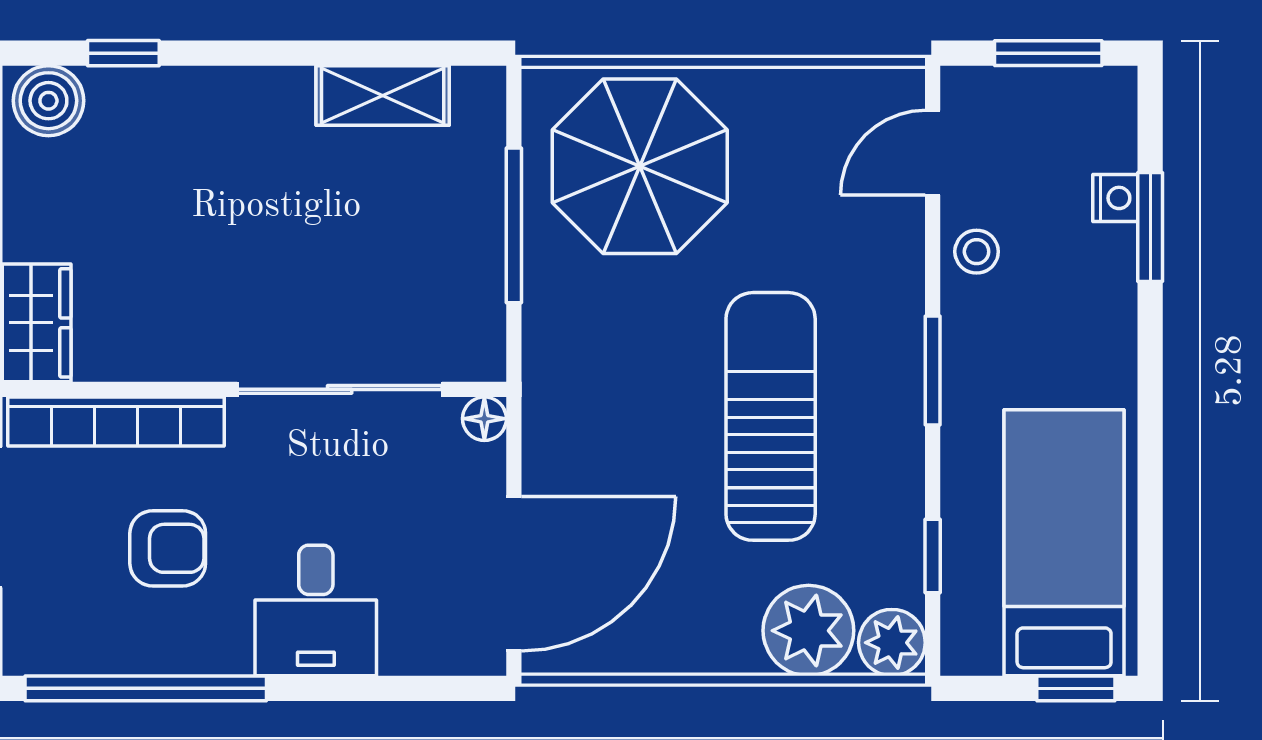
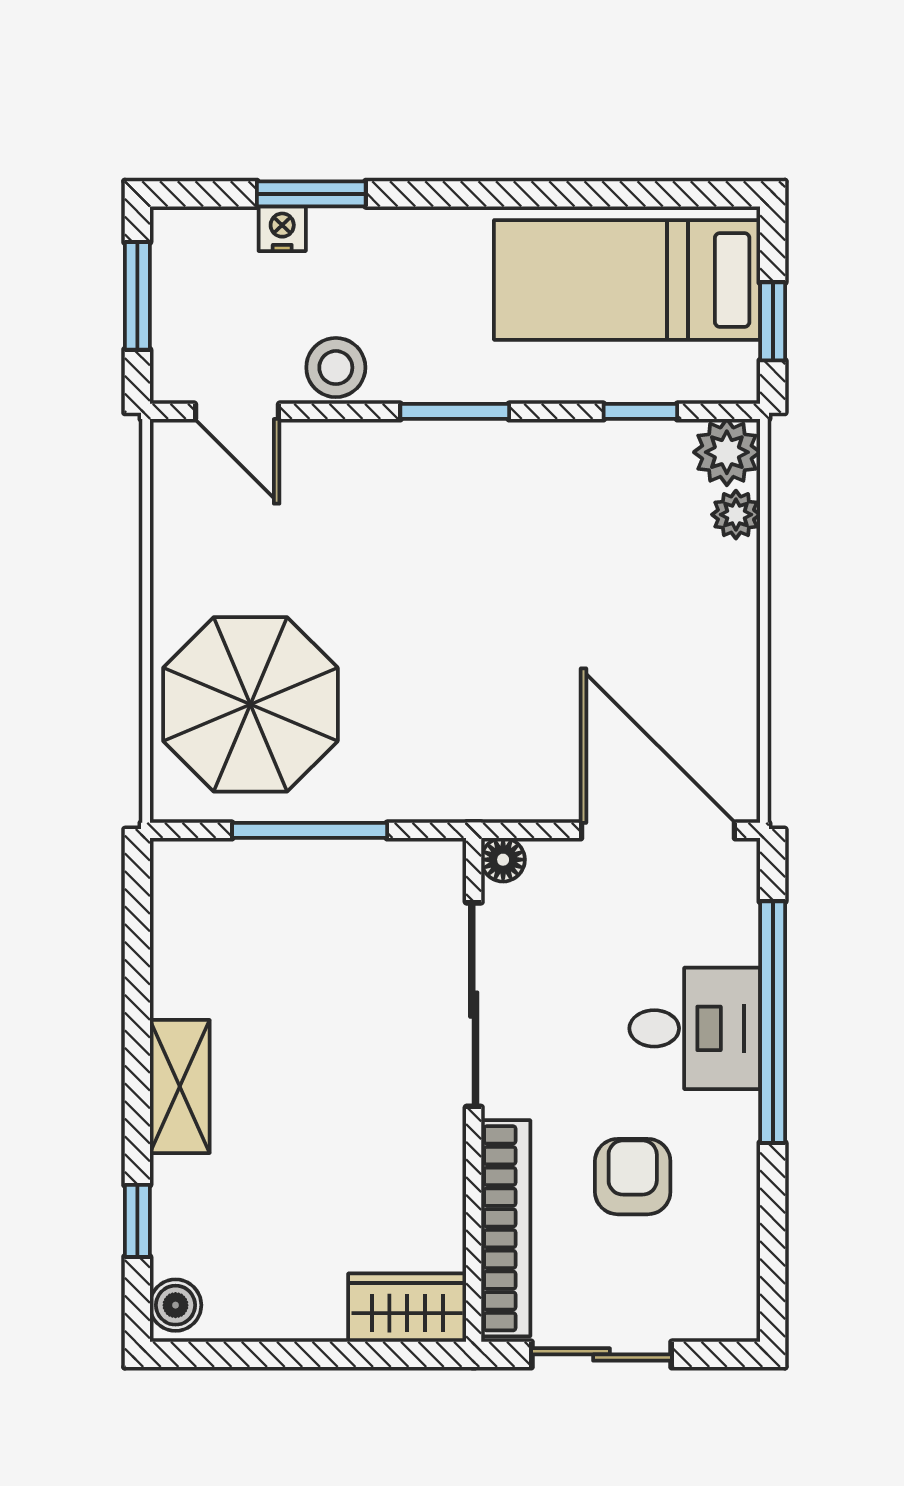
shelving: (383, 96) -> (180, 1086), moved
boiler: (48, 101) -> (176, 1305), width x0.73, depth x0.73
stool: (977, 252) -> (336, 368), width x1.37, depth x1.37
sun lounger: (771, 416) -> (501, 574), removed
plant: (808, 631) -> (736, 515), width x0.53, depth x0.53
window: (146, 688) -> (773, 1022), moved
window: (1076, 688) -> (773, 321), moved

